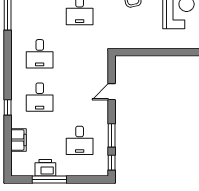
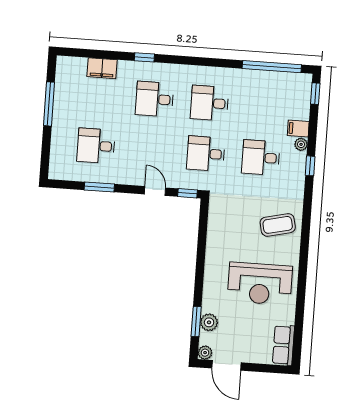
desk: (80, 54) -> (206, 154), added
window: (112, 163) -> (188, 193), moved
printer: (45, 168) -> (64, 100), removed

